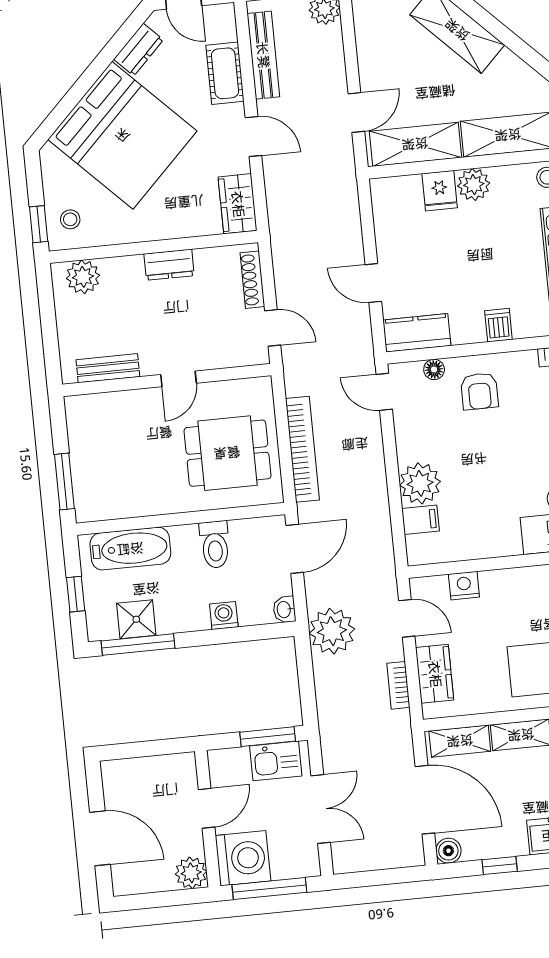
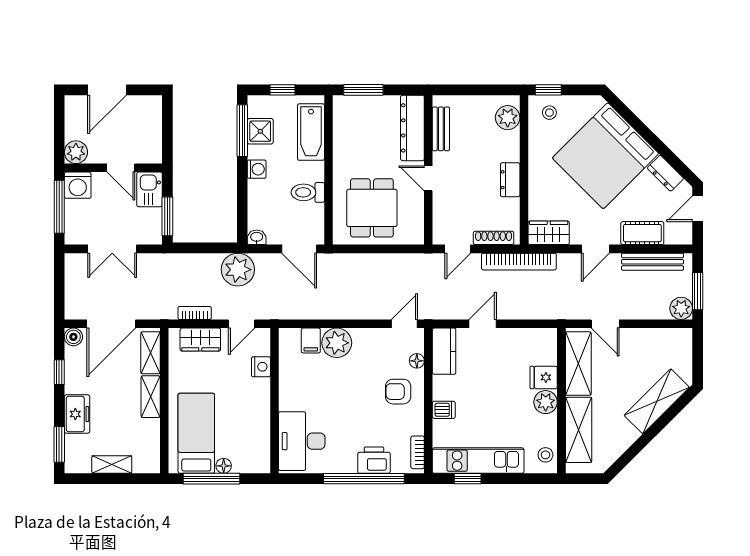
dresser: (111, 408) -> (412, 128), added
bookcase: (302, 449) -> (519, 262), moved
washing machine: (224, 615) -> (257, 169), moved
kitchen sink: (276, 761) -> (150, 189), moved
washing machine: (243, 858) -> (78, 185), width x0.73, depth x0.73

